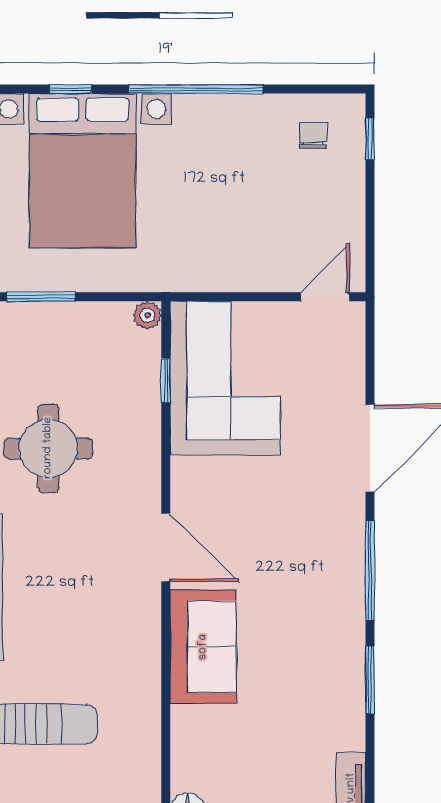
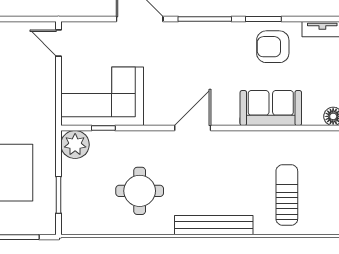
plant: (147, 315) -> (75, 145), width x1.88, depth x1.88
sofa: (203, 647) -> (271, 108), moved
armchair: (318, 698) -> (273, 47), added

